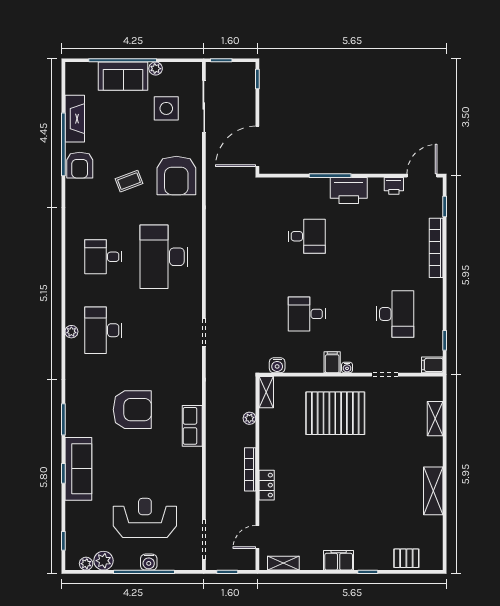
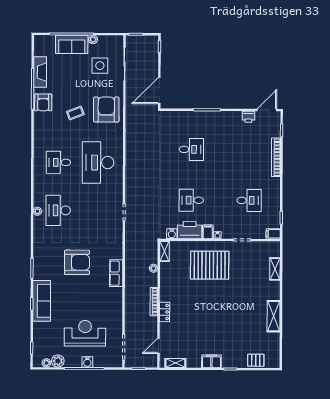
armchair: (176, 175) -> (106, 109), turned 180
printer: (349, 190) -> (190, 230), moved, turned 180
desk: (395, 314) -> (249, 200), width x0.73

